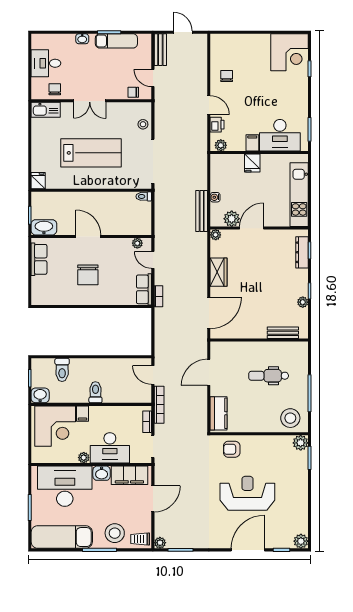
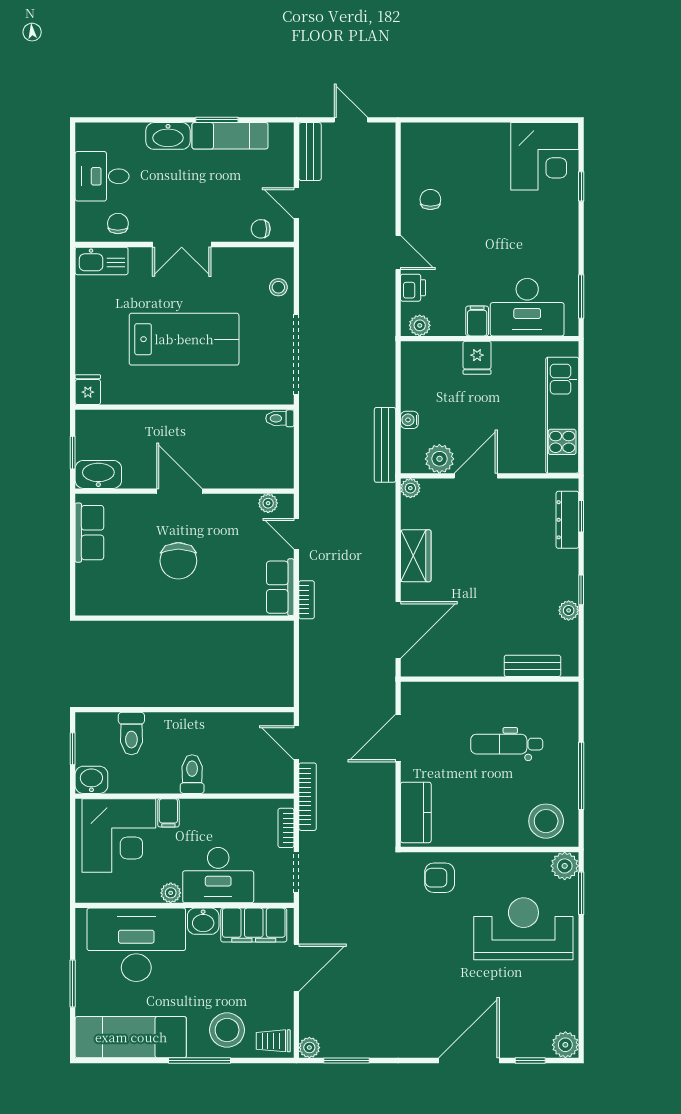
washbasin: (82, 39) -> (168, 136), width x1.91, depth x1.45
reception desk: (247, 493) -> (523, 929), moved

